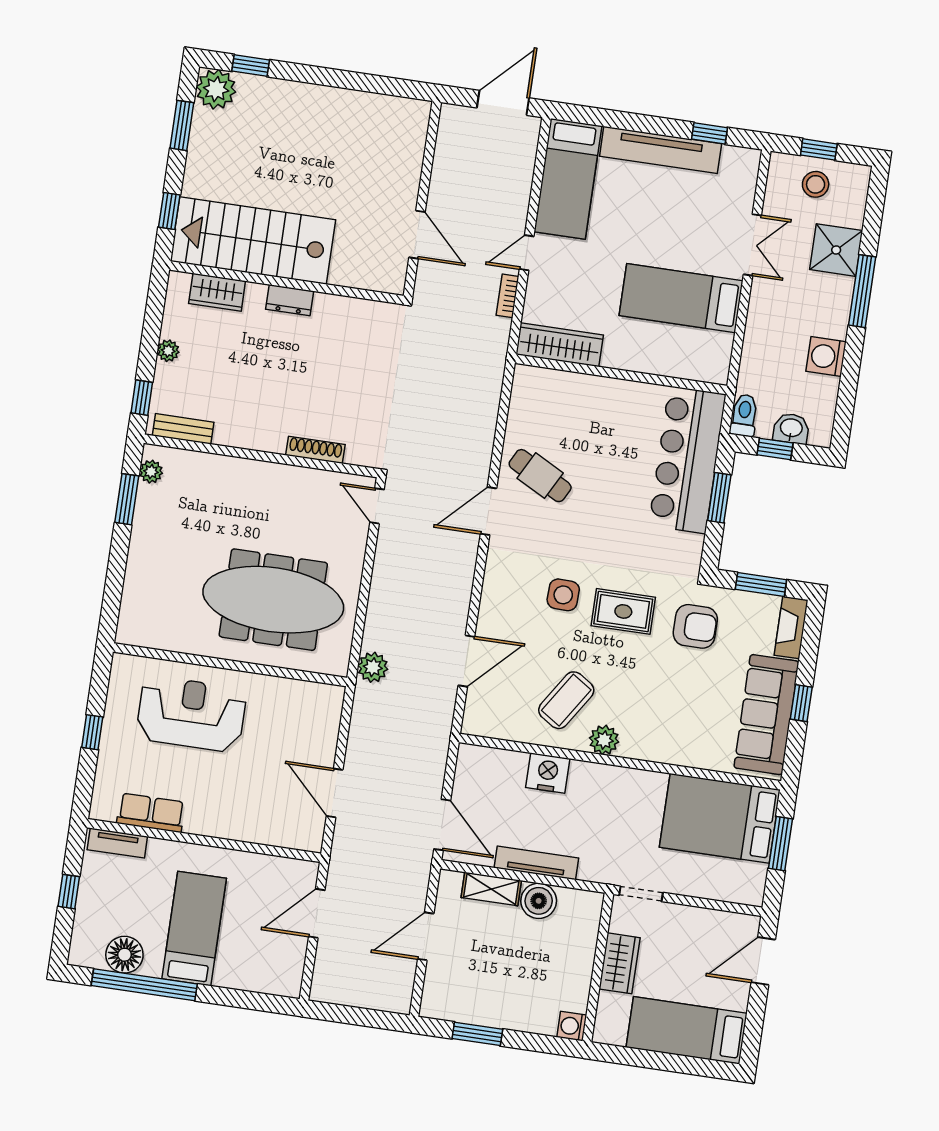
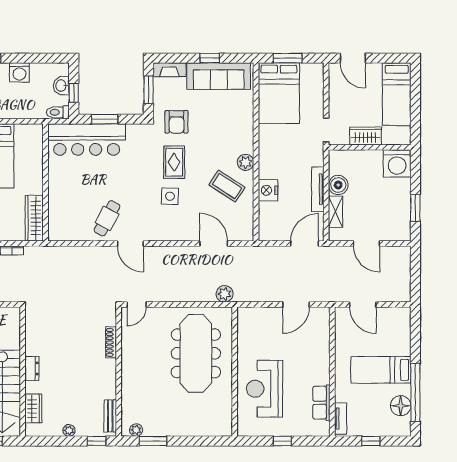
armchair: (695, 626) -> (176, 122), turned 180
washing machine: (572, 1026) -> (397, 163), width x1.89, depth x1.89

